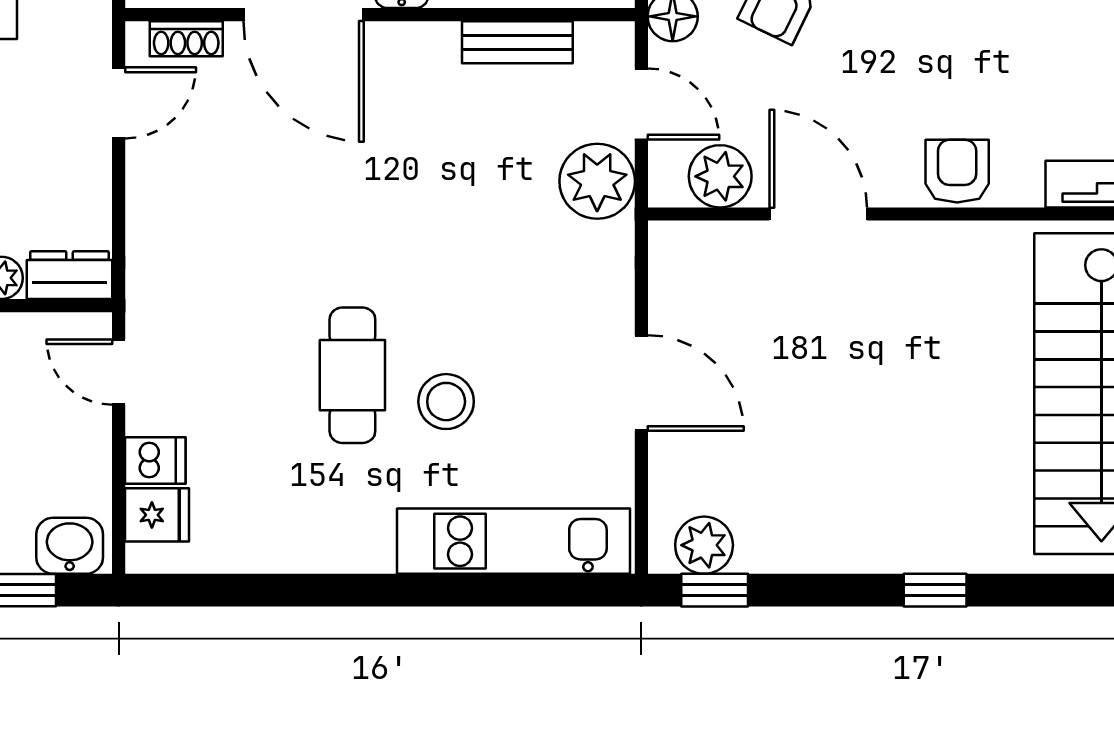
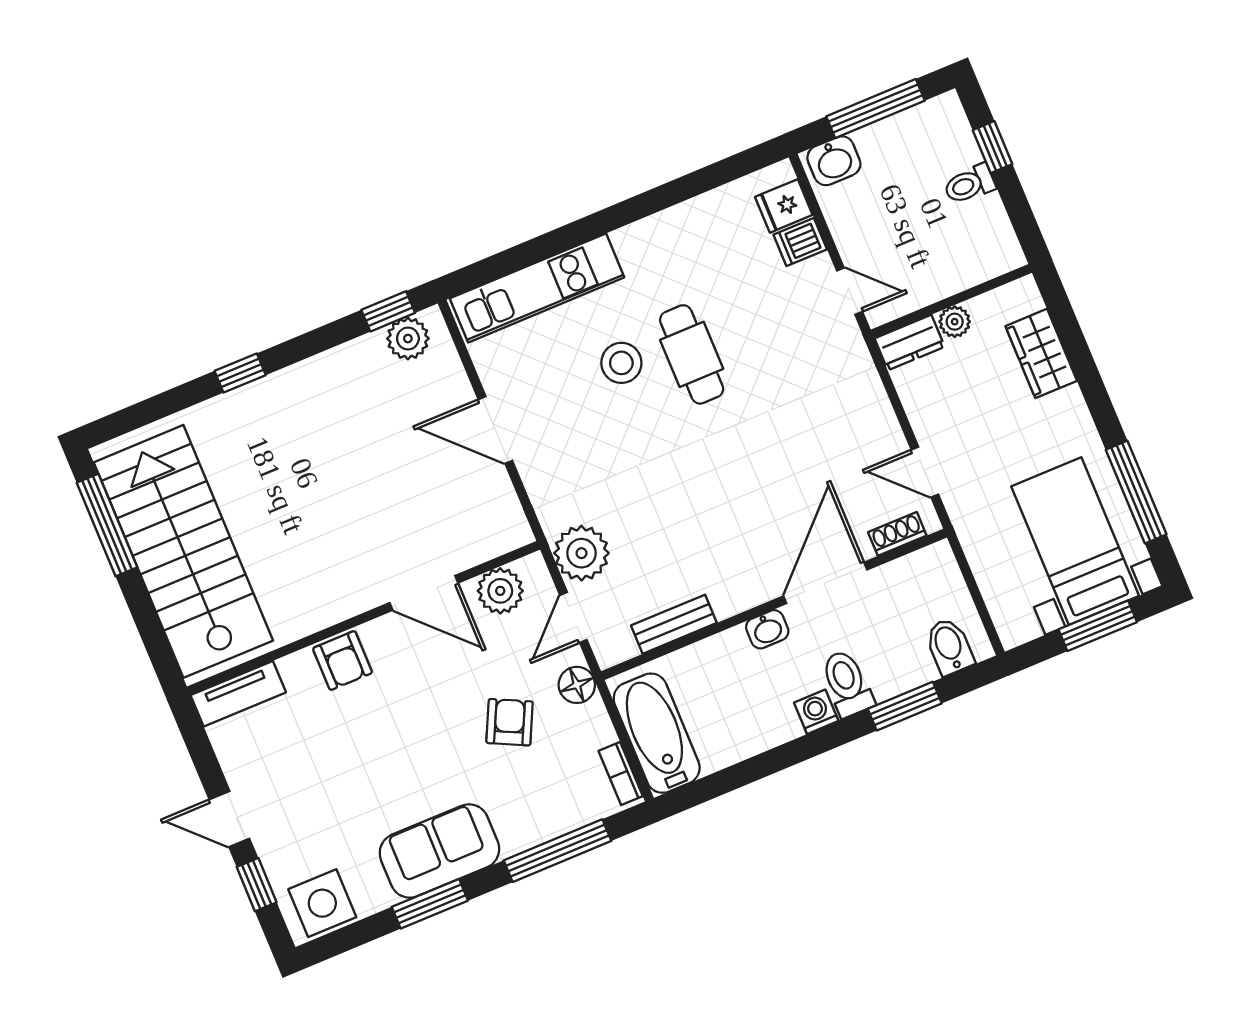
door: (304, 15) -> (825, 583), hinge flipped
door: (119, 103) -> (925, 472), hinge flipped
door: (641, 104) -> (573, 617), hinge flipped

